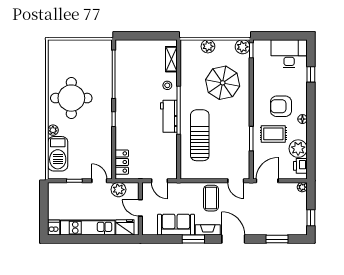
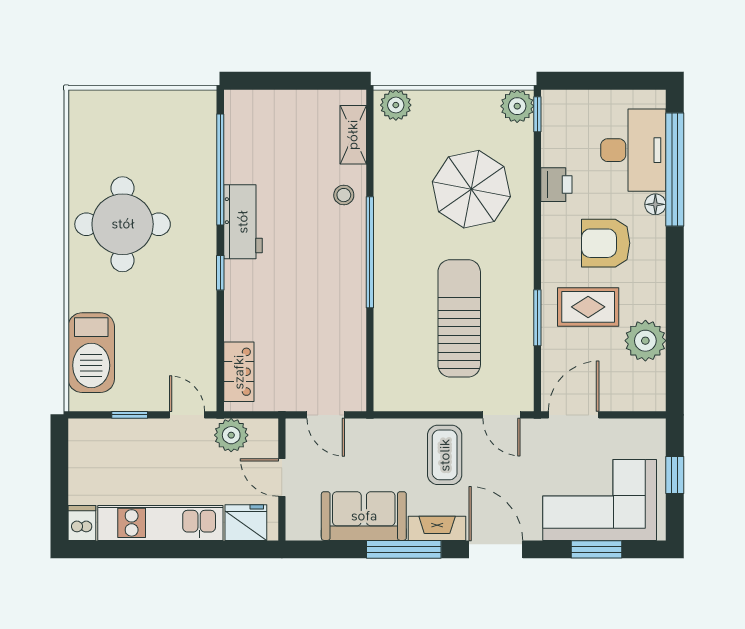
plant: (208, 46) -> (396, 105), moved
desk: (289, 54) -> (633, 150), moved, turned 90
window: (311, 74) -> (675, 169), width x3.17
workbench: (169, 116) -> (243, 222), moved, turned 180
floor lamp: (302, 119) -> (655, 204), moved
plant: (53, 130) -> (80, 298), removed
sun lounger: (200, 135) -> (459, 318), moved
printer: (300, 166) -> (556, 185), moved, turned 180
plant: (302, 187) -> (655, 430), removed
corner sofa: (278, 218) -> (600, 500), added
window: (311, 218) -> (675, 475), moved
window: (193, 239) -> (404, 549), width x1.44

